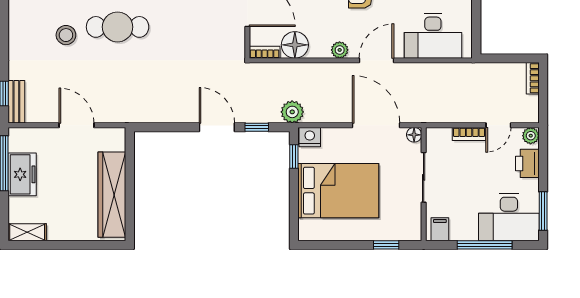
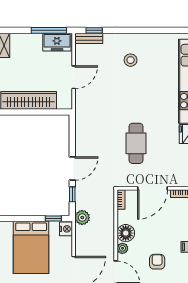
cafe table: (118, 27) -> (136, 143), moved
stool: (66, 35) -> (131, 60), moved
floor lamp: (295, 45) -> (126, 233), moved
freezer: (22, 174) -> (57, 42), moved

